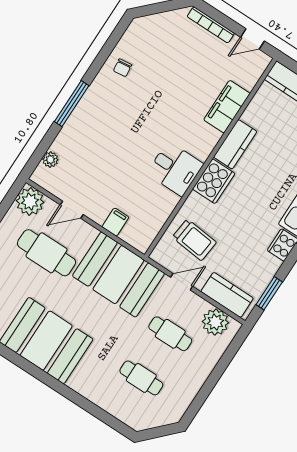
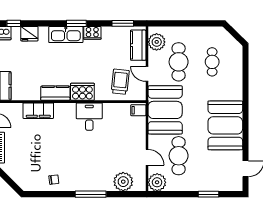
plant: (50, 159) -> (123, 182), width x1.88, depth x1.88
filing cabinet: (115, 222) -> (138, 110), moved
cafe table: (170, 334) -> (179, 62), width x1.37, depth x1.35

